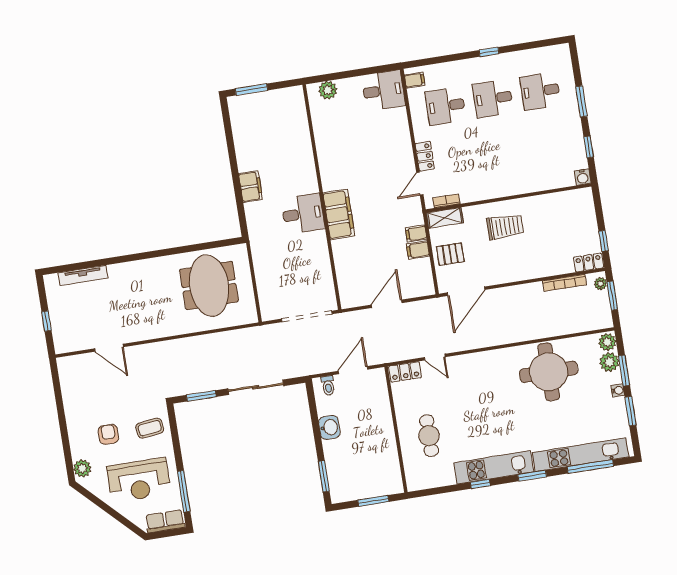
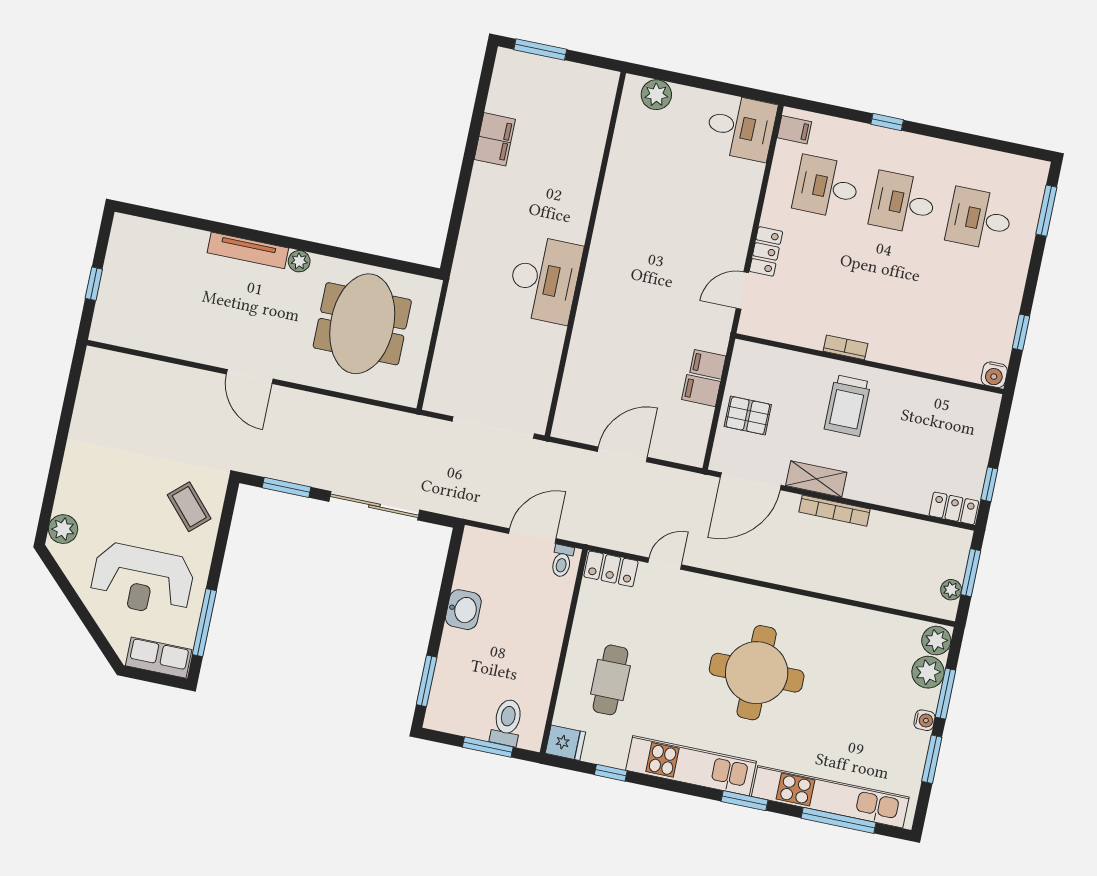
window: (489, 52) -> (887, 122), moved
window: (581, 101) -> (1046, 211), moved
filing cabinet: (251, 187) -> (495, 139), moved
bookcase: (446, 201) -> (845, 347), moved
desk: (303, 214) -> (545, 280), width x1.37
filing cabinet: (339, 214) -> (601, 290), removed
shelving: (445, 218) -> (816, 479), moved
trolley: (505, 227) -> (847, 405), turned 90
plant: (159, 263) -> (299, 261), added
tv unit: (83, 275) -> (248, 250), moved
bookcase: (564, 283) -> (834, 511), moved
plant: (601, 284) -> (951, 590), moved
door: (109, 348) -> (250, 377), moved
door: (435, 357) -> (665, 564), swing flipped
round table: (549, 372) -> (757, 673), moved
toilet: (328, 385) -> (562, 561), moved
coffee table: (150, 428) -> (189, 507), turned 55
armchair: (108, 434) -> (123, 492), removed
fridge: (417, 481) -> (565, 743), added
toilet: (379, 483) -> (507, 722), added
window: (480, 484) -> (611, 773), moved

